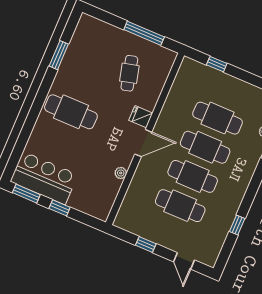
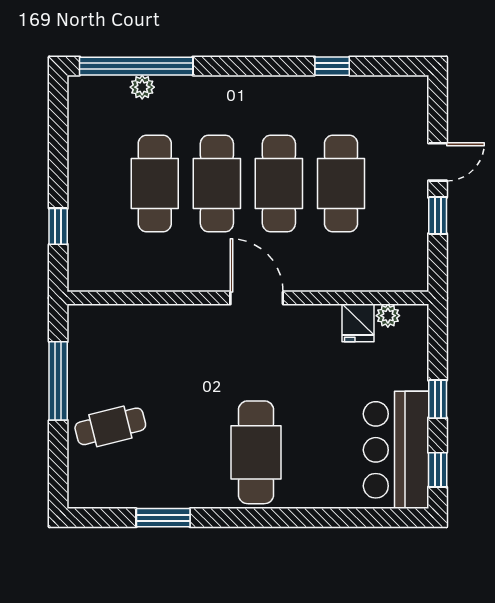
cafe table: (129, 73) -> (110, 426), moved
fridge: (141, 117) -> (358, 323), moved
plant: (121, 173) -> (388, 316), moved
window: (26, 194) -> (438, 470), width x0.67
door: (184, 261) -> (438, 162), moved

